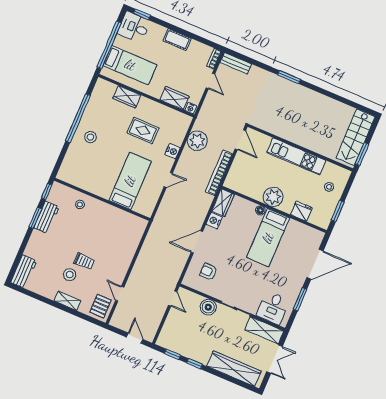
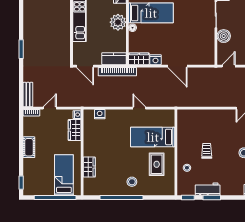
desk: (134, 27) -> (34, 184), removed
rug: (143, 130) -> (157, 164), moved
door: (240, 140) -> (85, 66), swing flipped
plant: (197, 141) -> (100, 99), removed
nightstand: (173, 151) -> (100, 114), moved
kitchen counter: (235, 175) -> (114, 59), added
trolley: (84, 261) -> (207, 151), moved
armchair: (208, 272) -> (196, 47), removed

